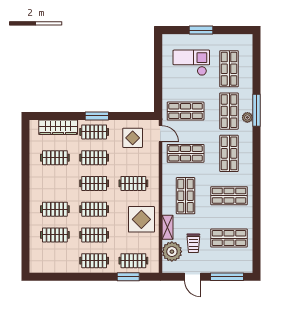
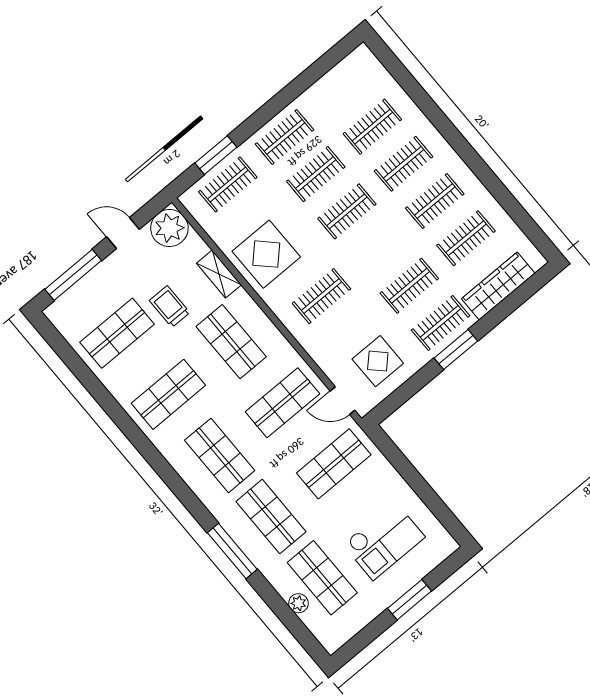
plant: (247, 117) -> (298, 603), moved
clothes rail: (94, 183) -> (435, 201), moved
trolley: (193, 243) -> (170, 307), moved
plant: (172, 252) -> (169, 228), moved

